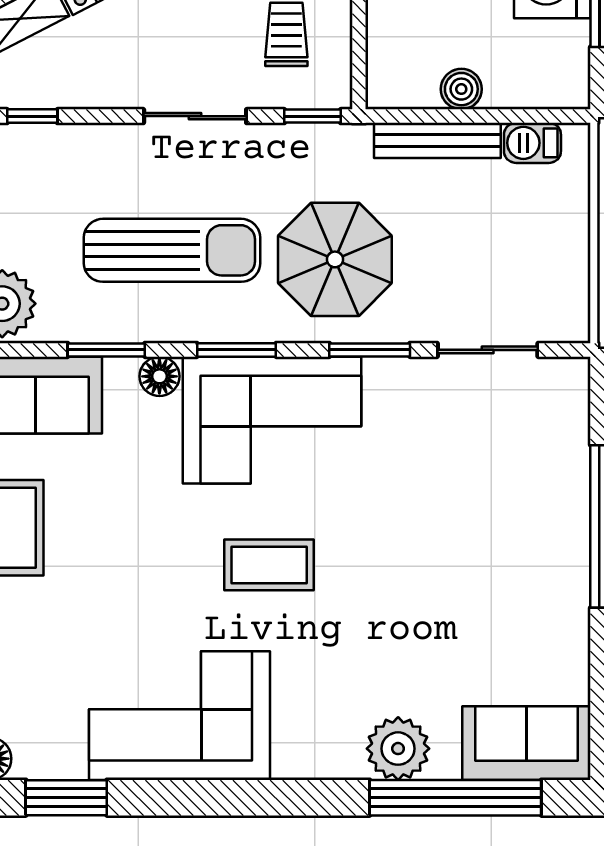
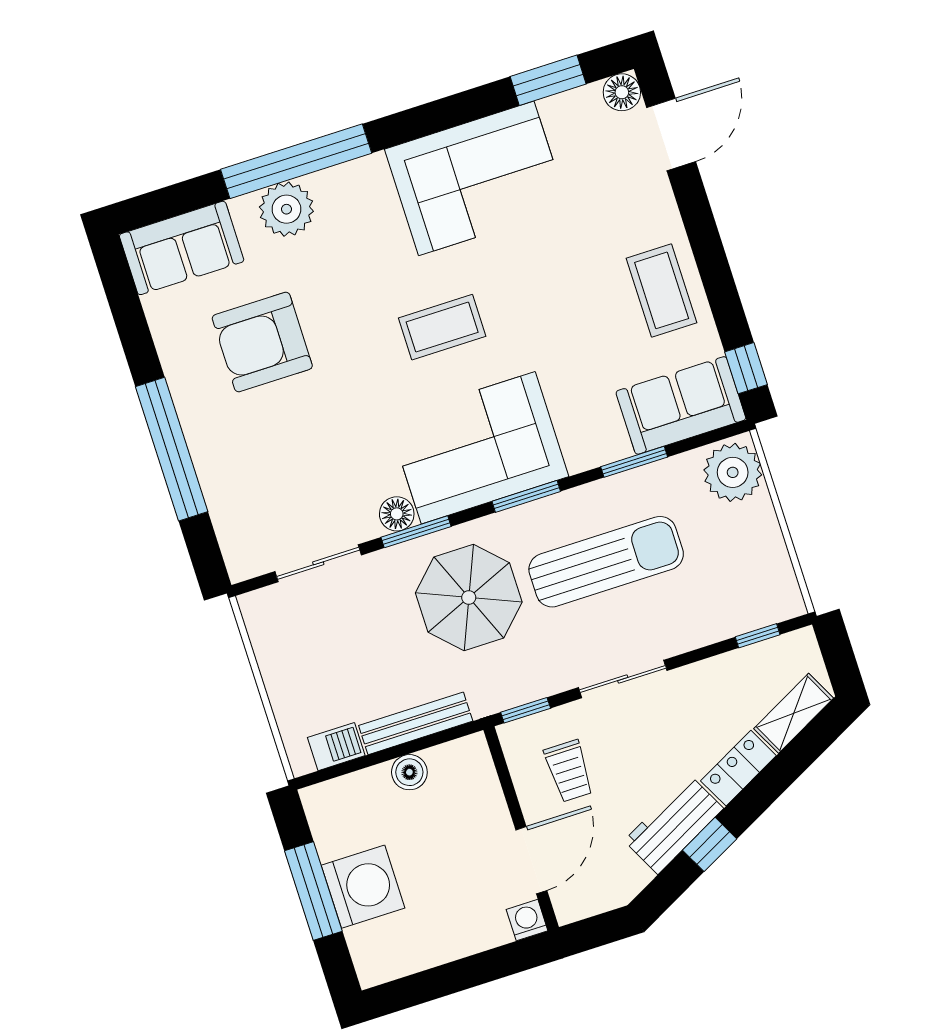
sun lounger: (172, 250) -> (606, 562), turned 180
floor lamp: (159, 376) -> (397, 514), moved
armchair: (471, 612) -> (262, 342), added
window: (455, 798) -> (296, 161), moved

